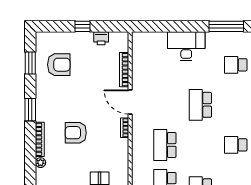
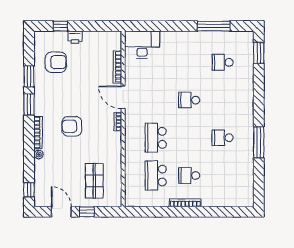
window: (83, 26) -> (60, 26), moved
printer: (101, 38) -> (75, 37), moved
desk: (186, 46) -> (142, 45), moved
window: (30, 63) -> (29, 76), moved
school desk: (200, 105) -> (189, 100), width x0.54

